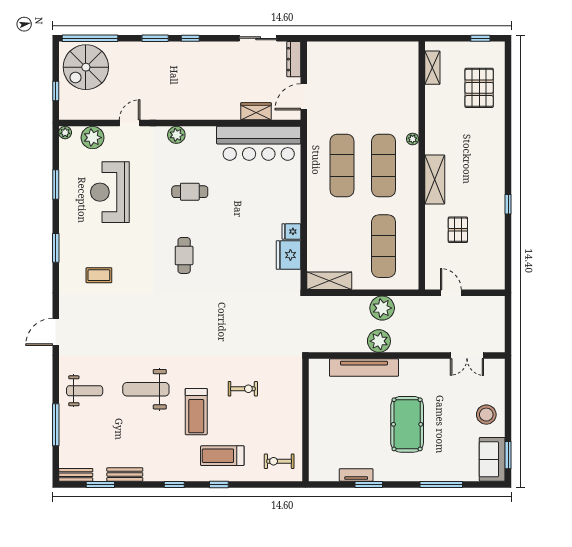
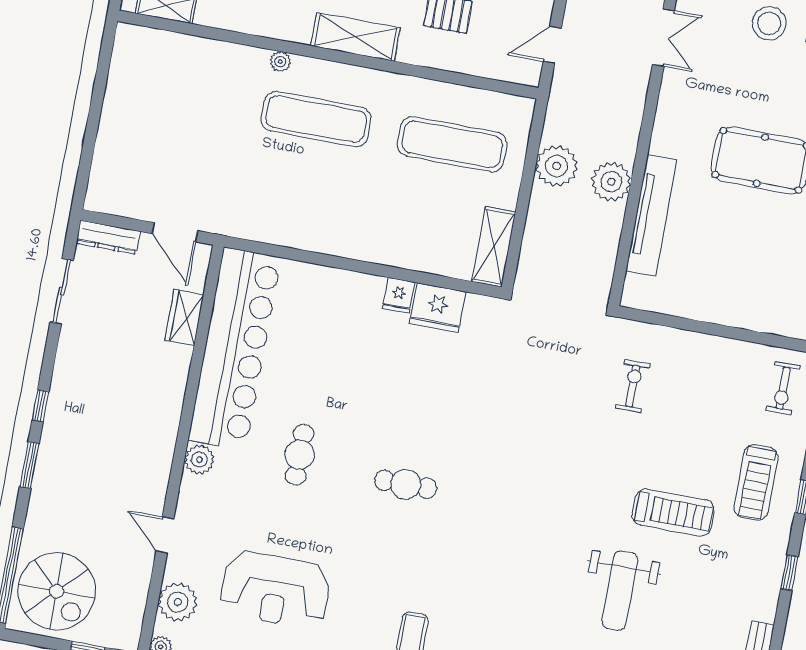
bar counter: (259, 143) -> (235, 349), width x1.36
exercise mat: (342, 166) -> (303, 189), removed
exercise bike: (243, 389) -> (633, 386), moved

